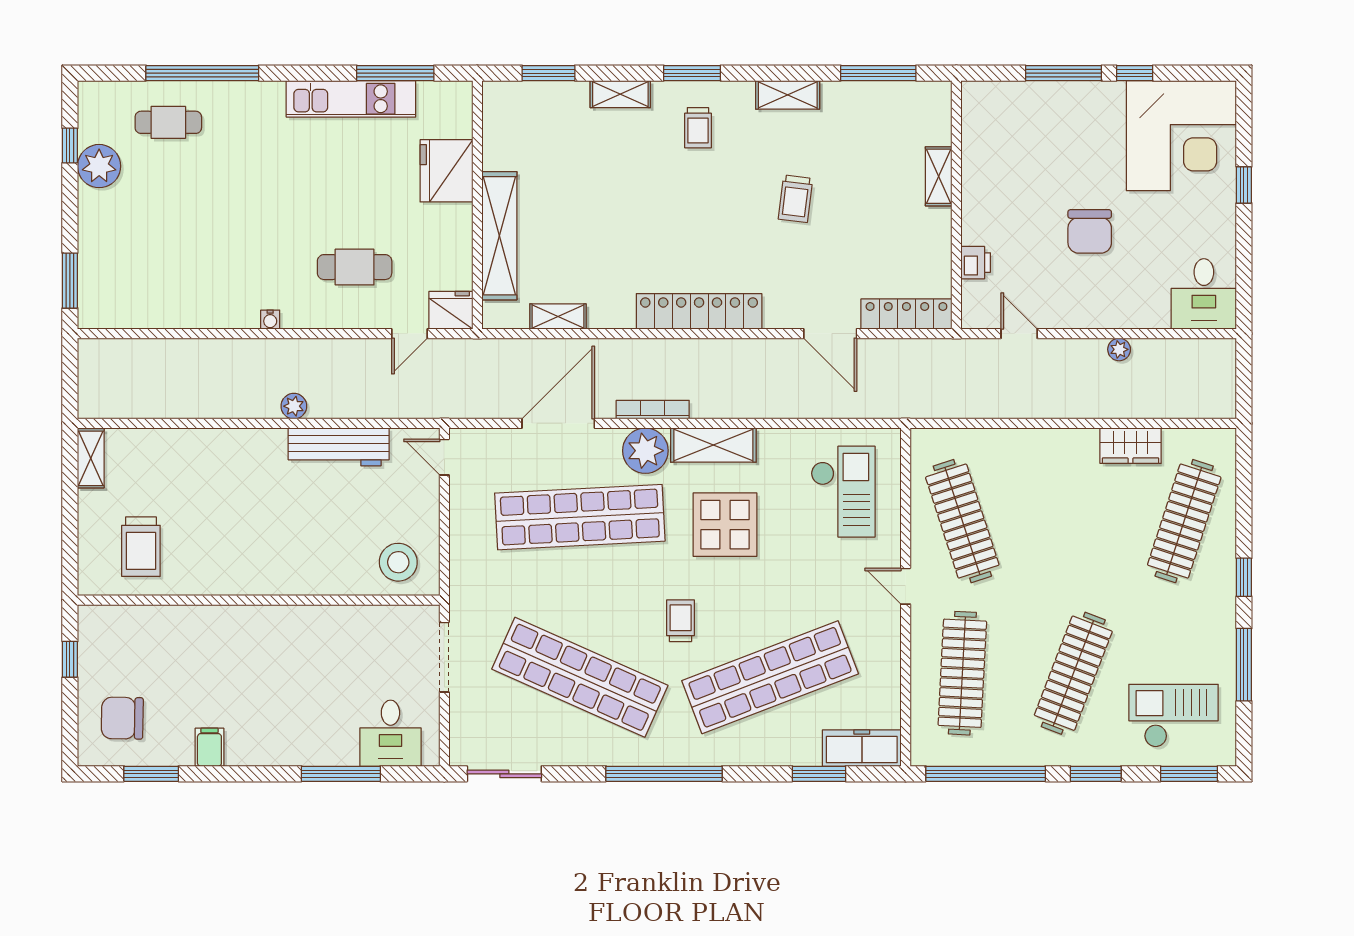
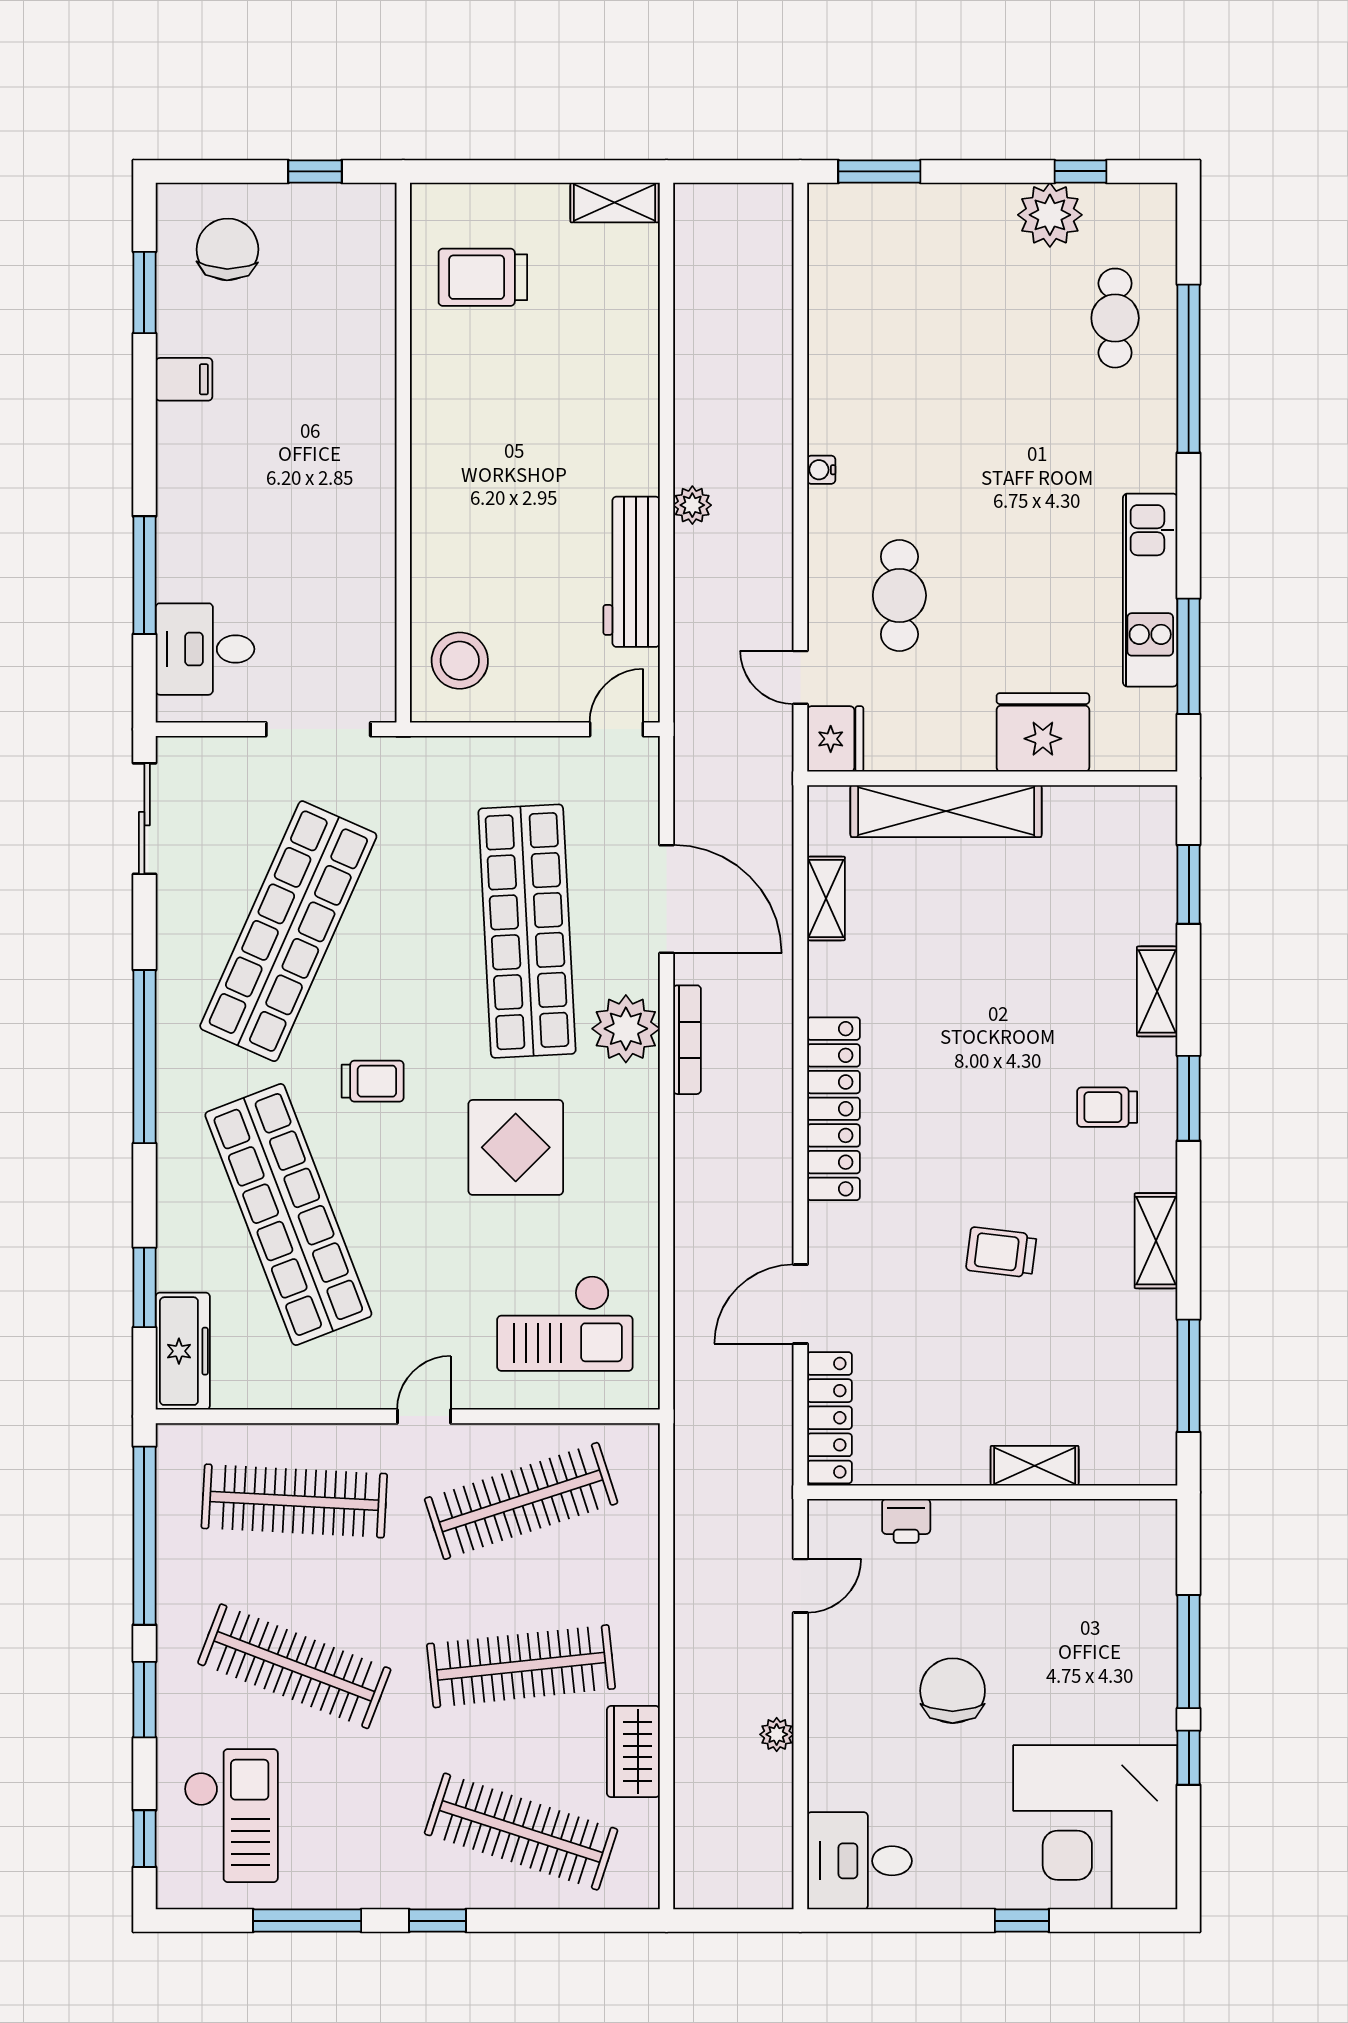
chair: (1090, 231) -> (953, 1691), turned 90
shelving: (713, 445) -> (634, 1130), removed
clothes rail: (1073, 521) -> (521, 1666), added
window: (1189, 774) -> (144, 1839), width x0.67

